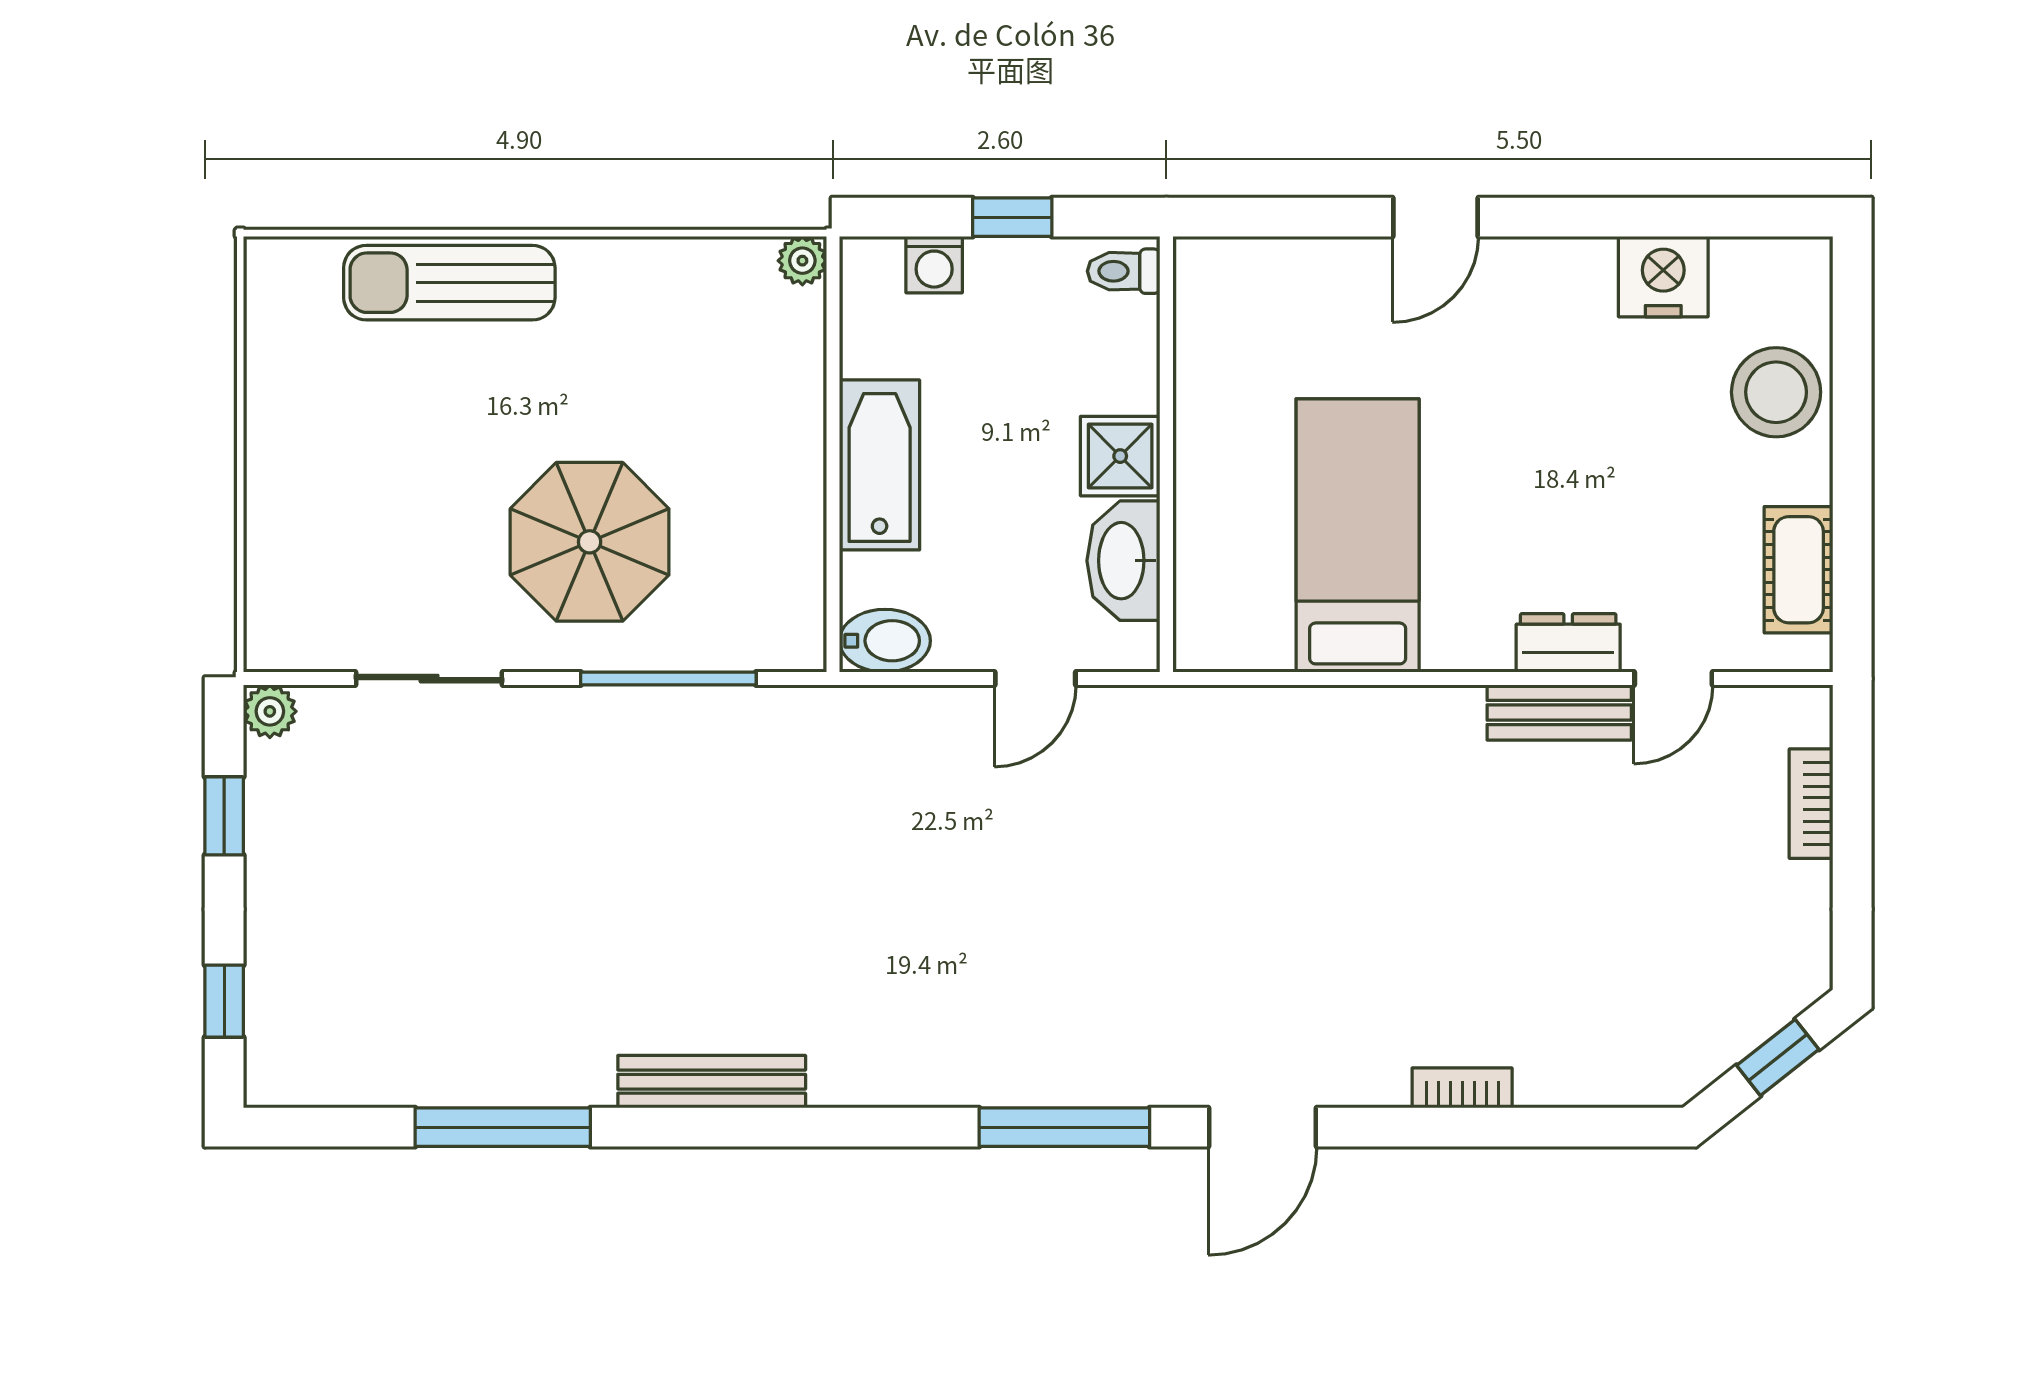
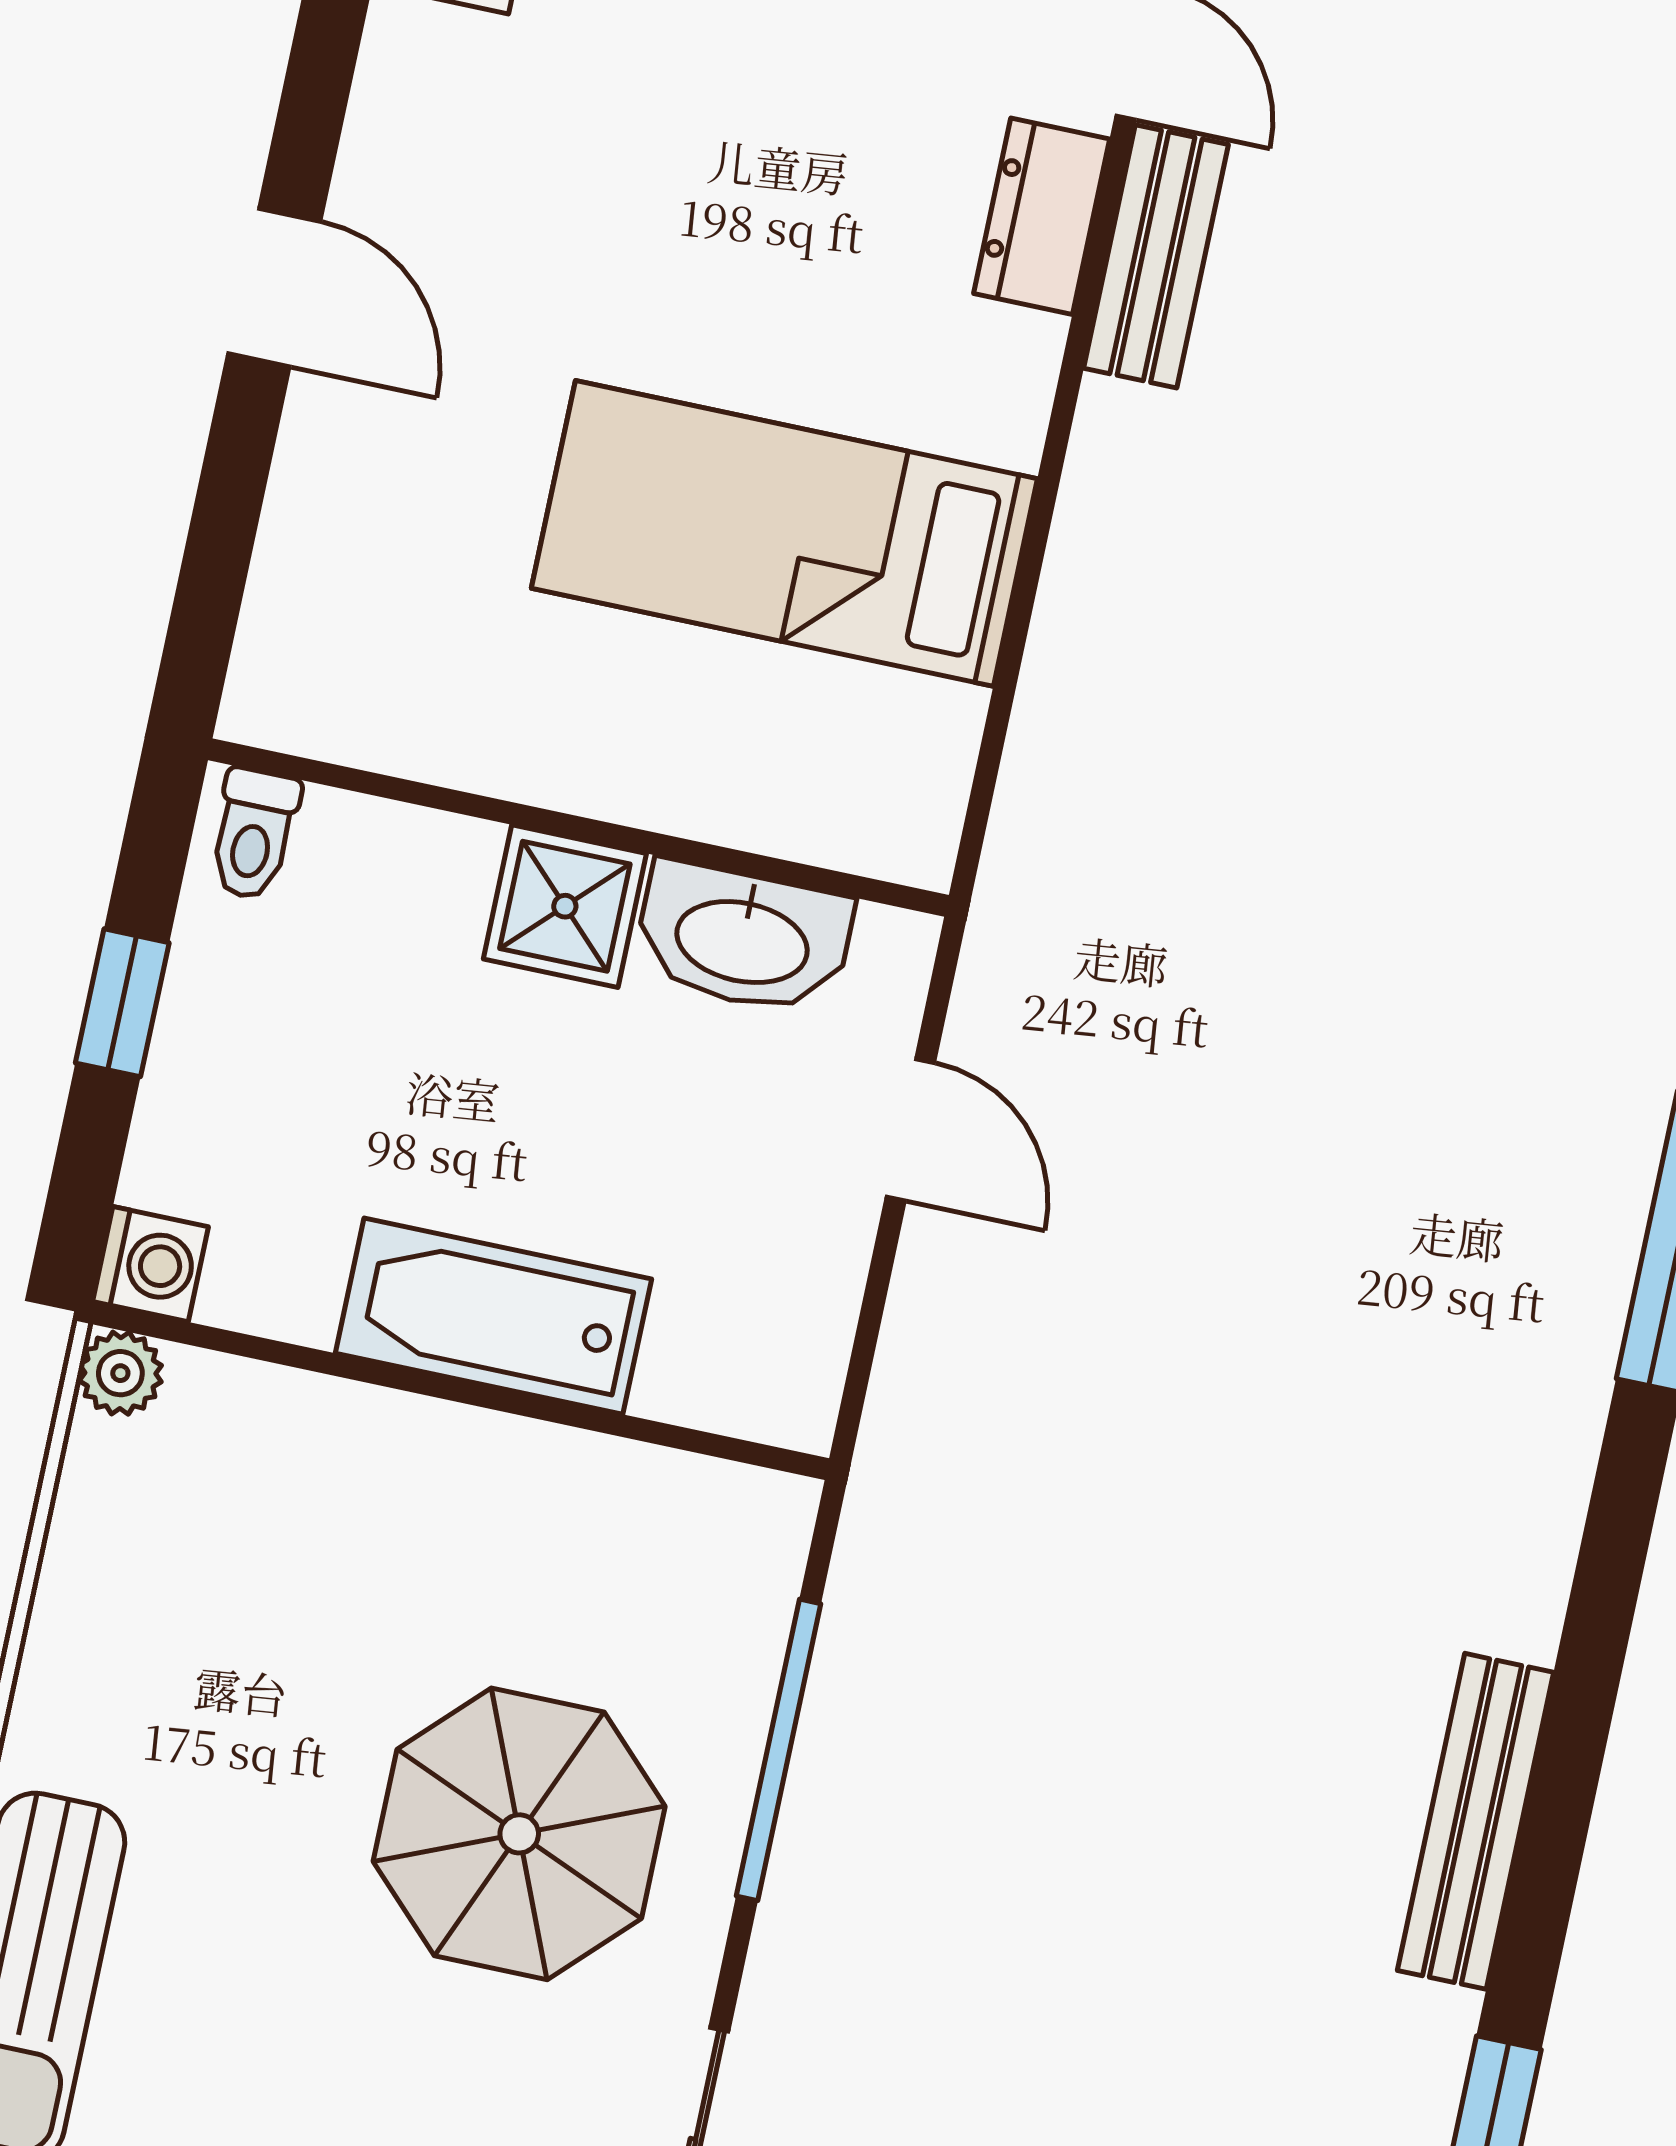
washing machine: (934, 265) -> (151, 1264), moved
bidet: (885, 641) -> (792, 1370), removed

